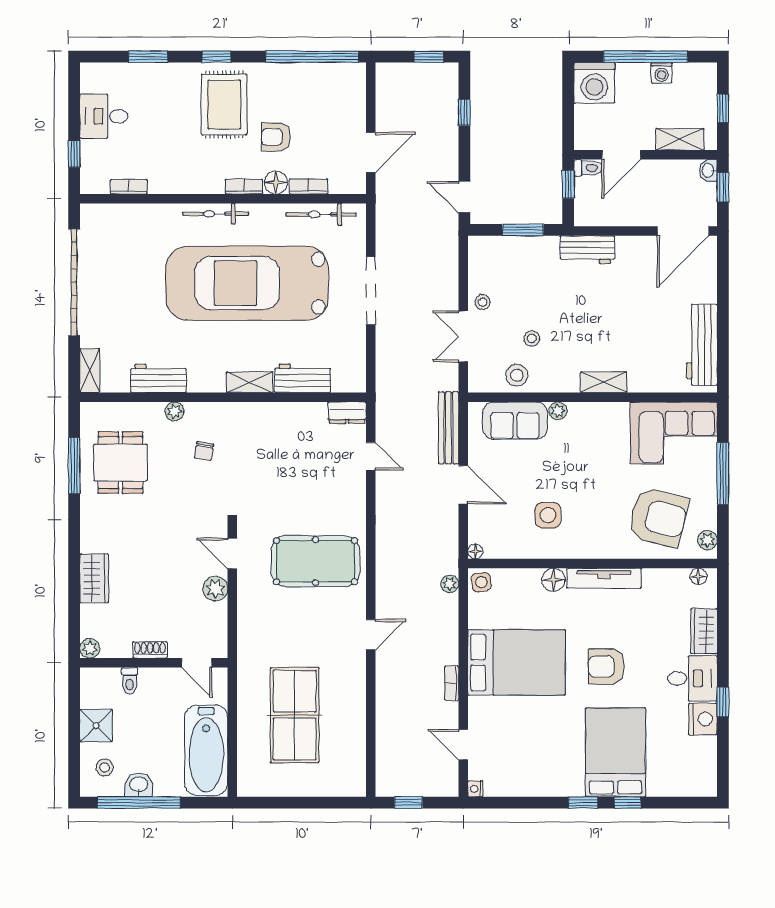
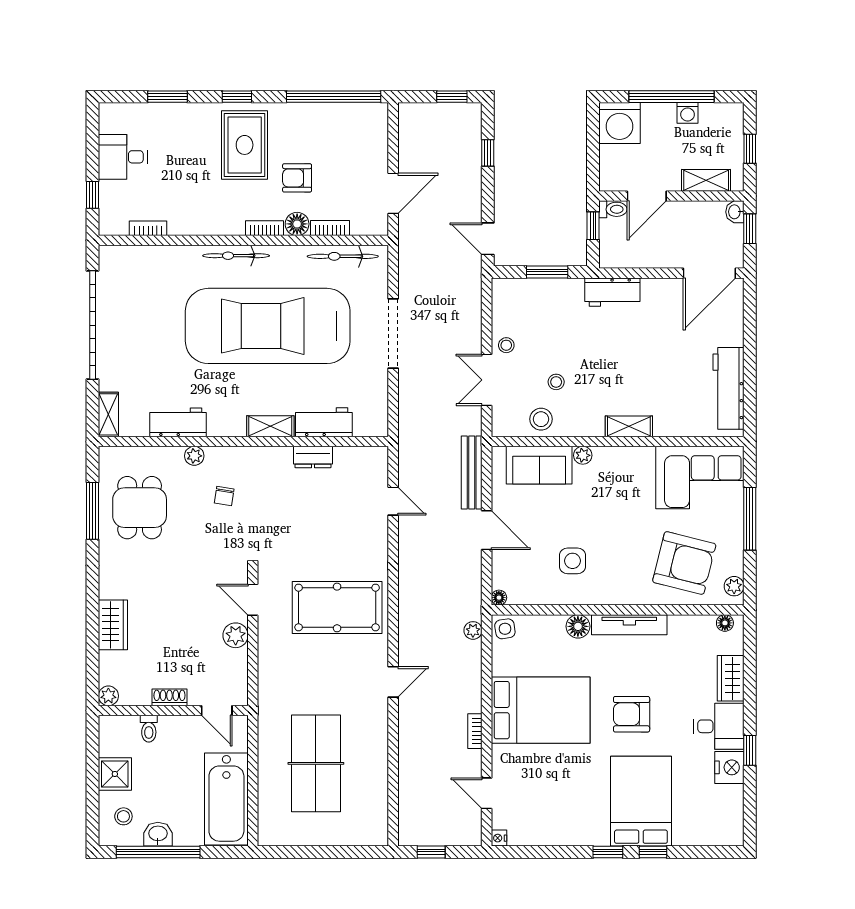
dresser: (347, 413) -> (313, 457), moved

